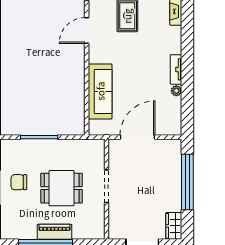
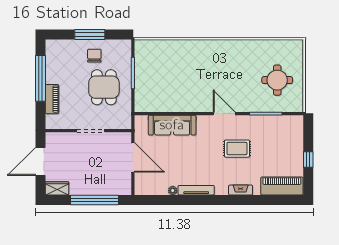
tv unit: (176, 69) -> (196, 190), width x1.41
dining table: (62, 188) -> (104, 87), moved
piano: (55, 232) -> (52, 99), moved

